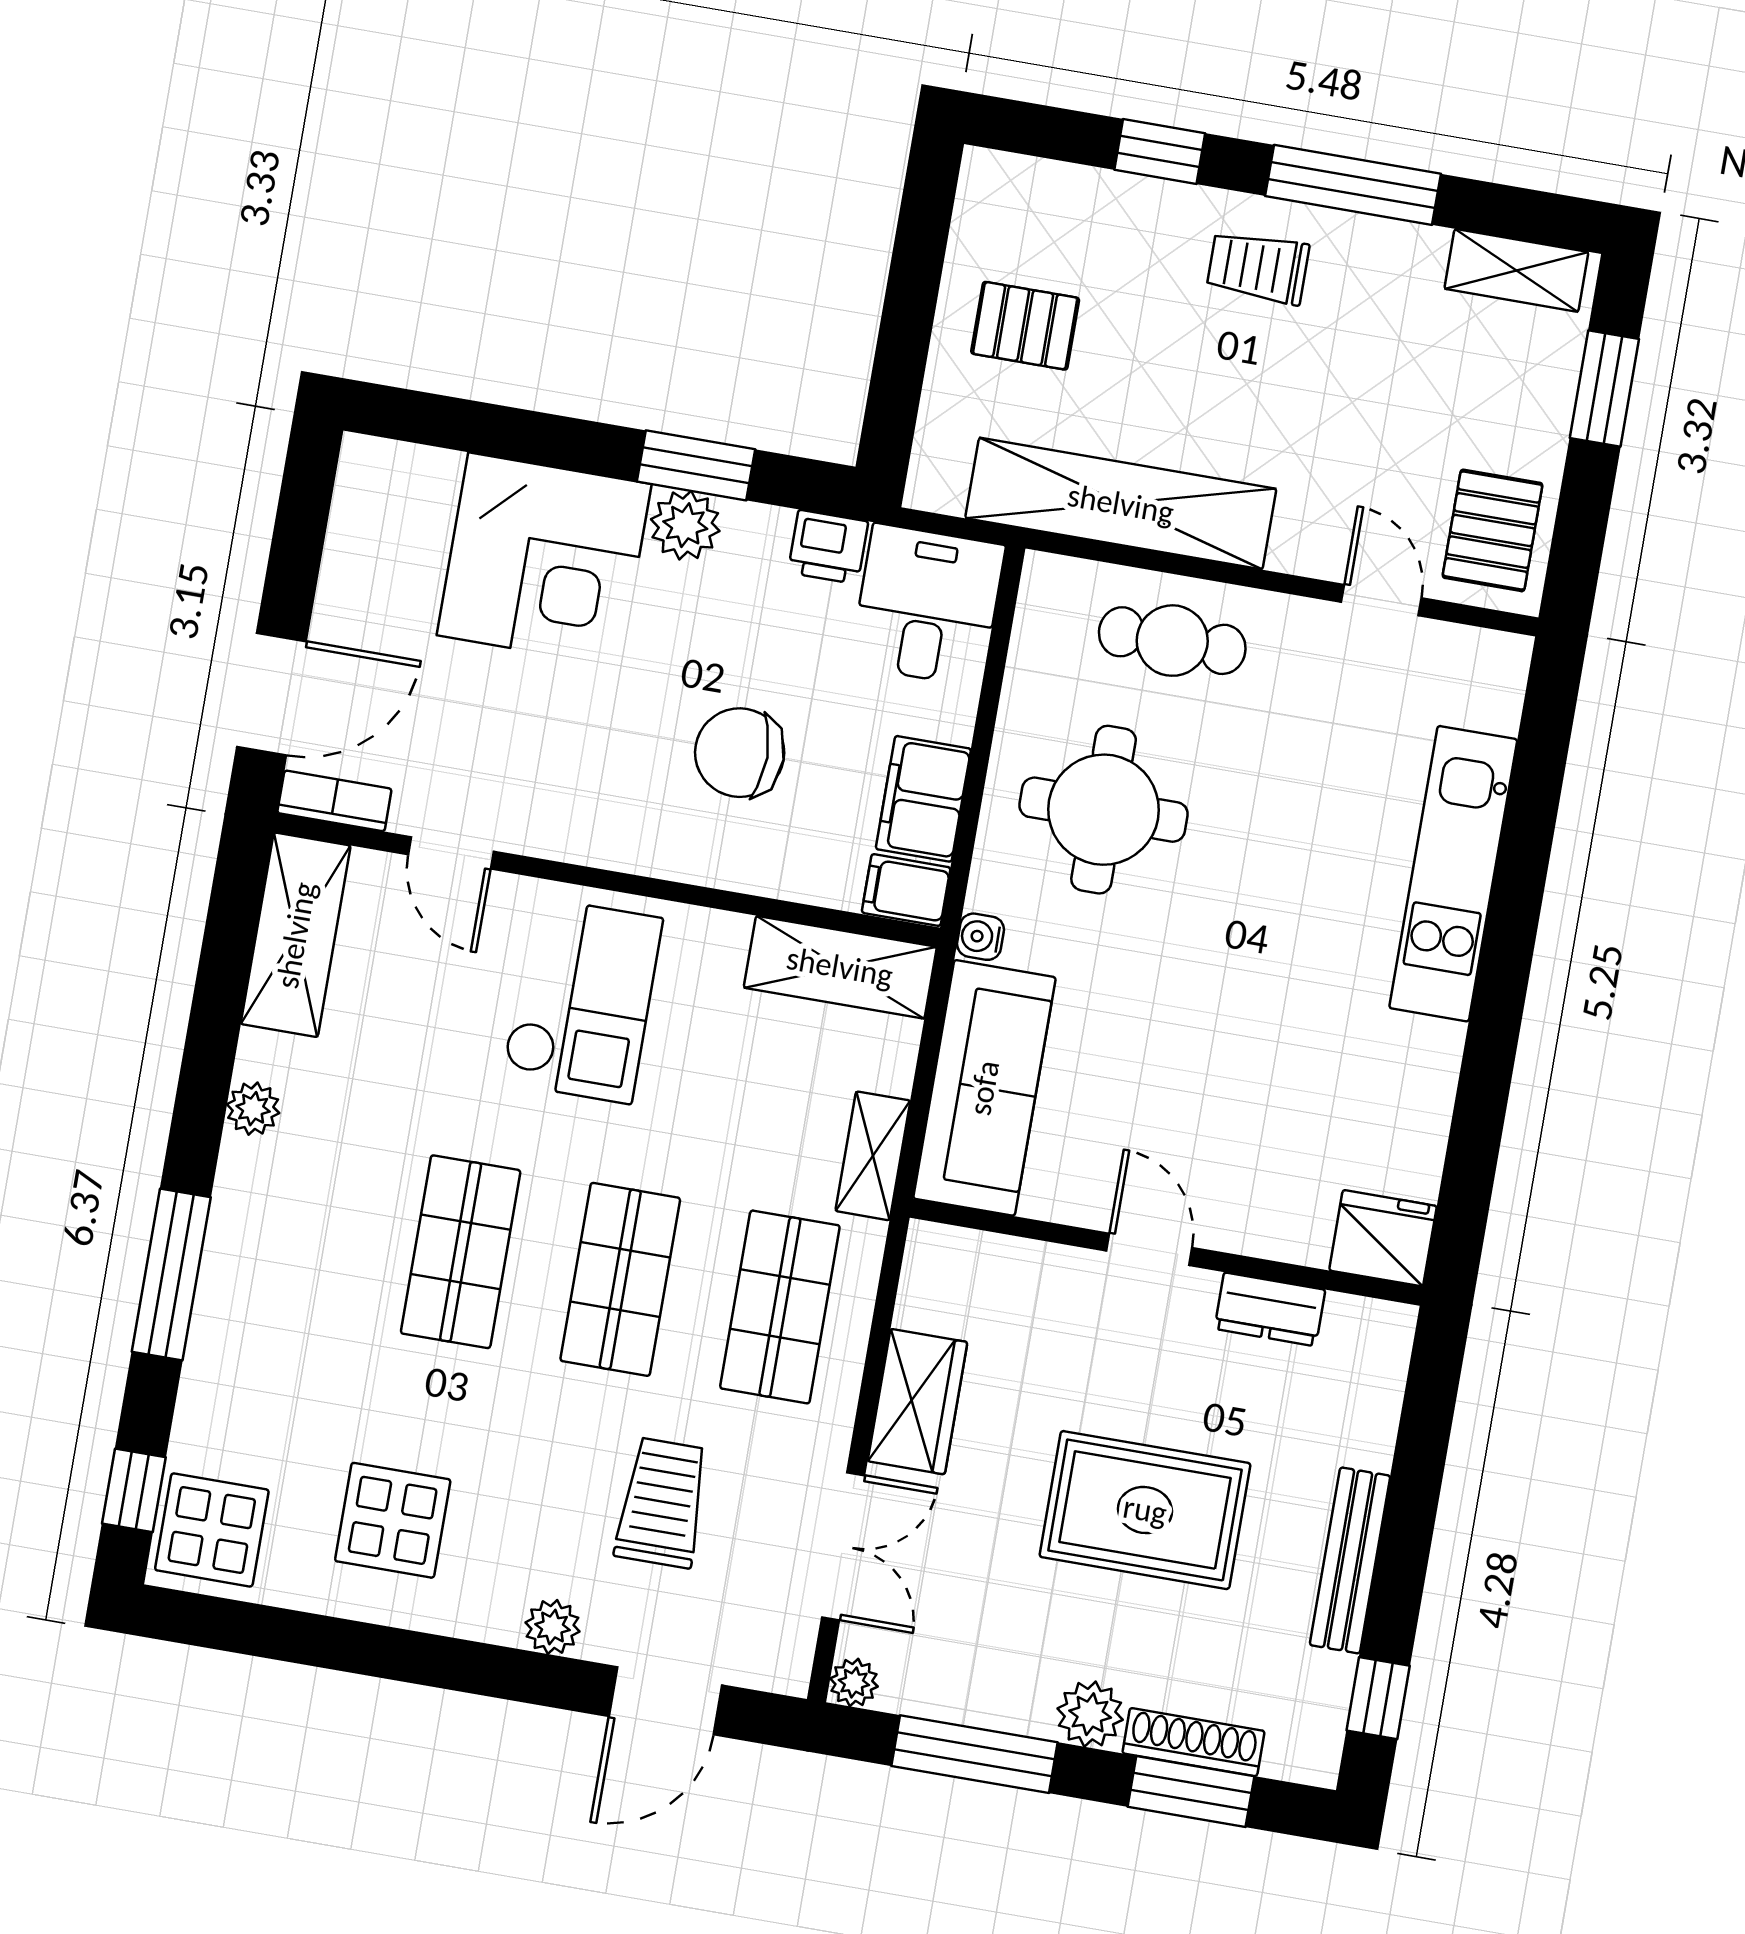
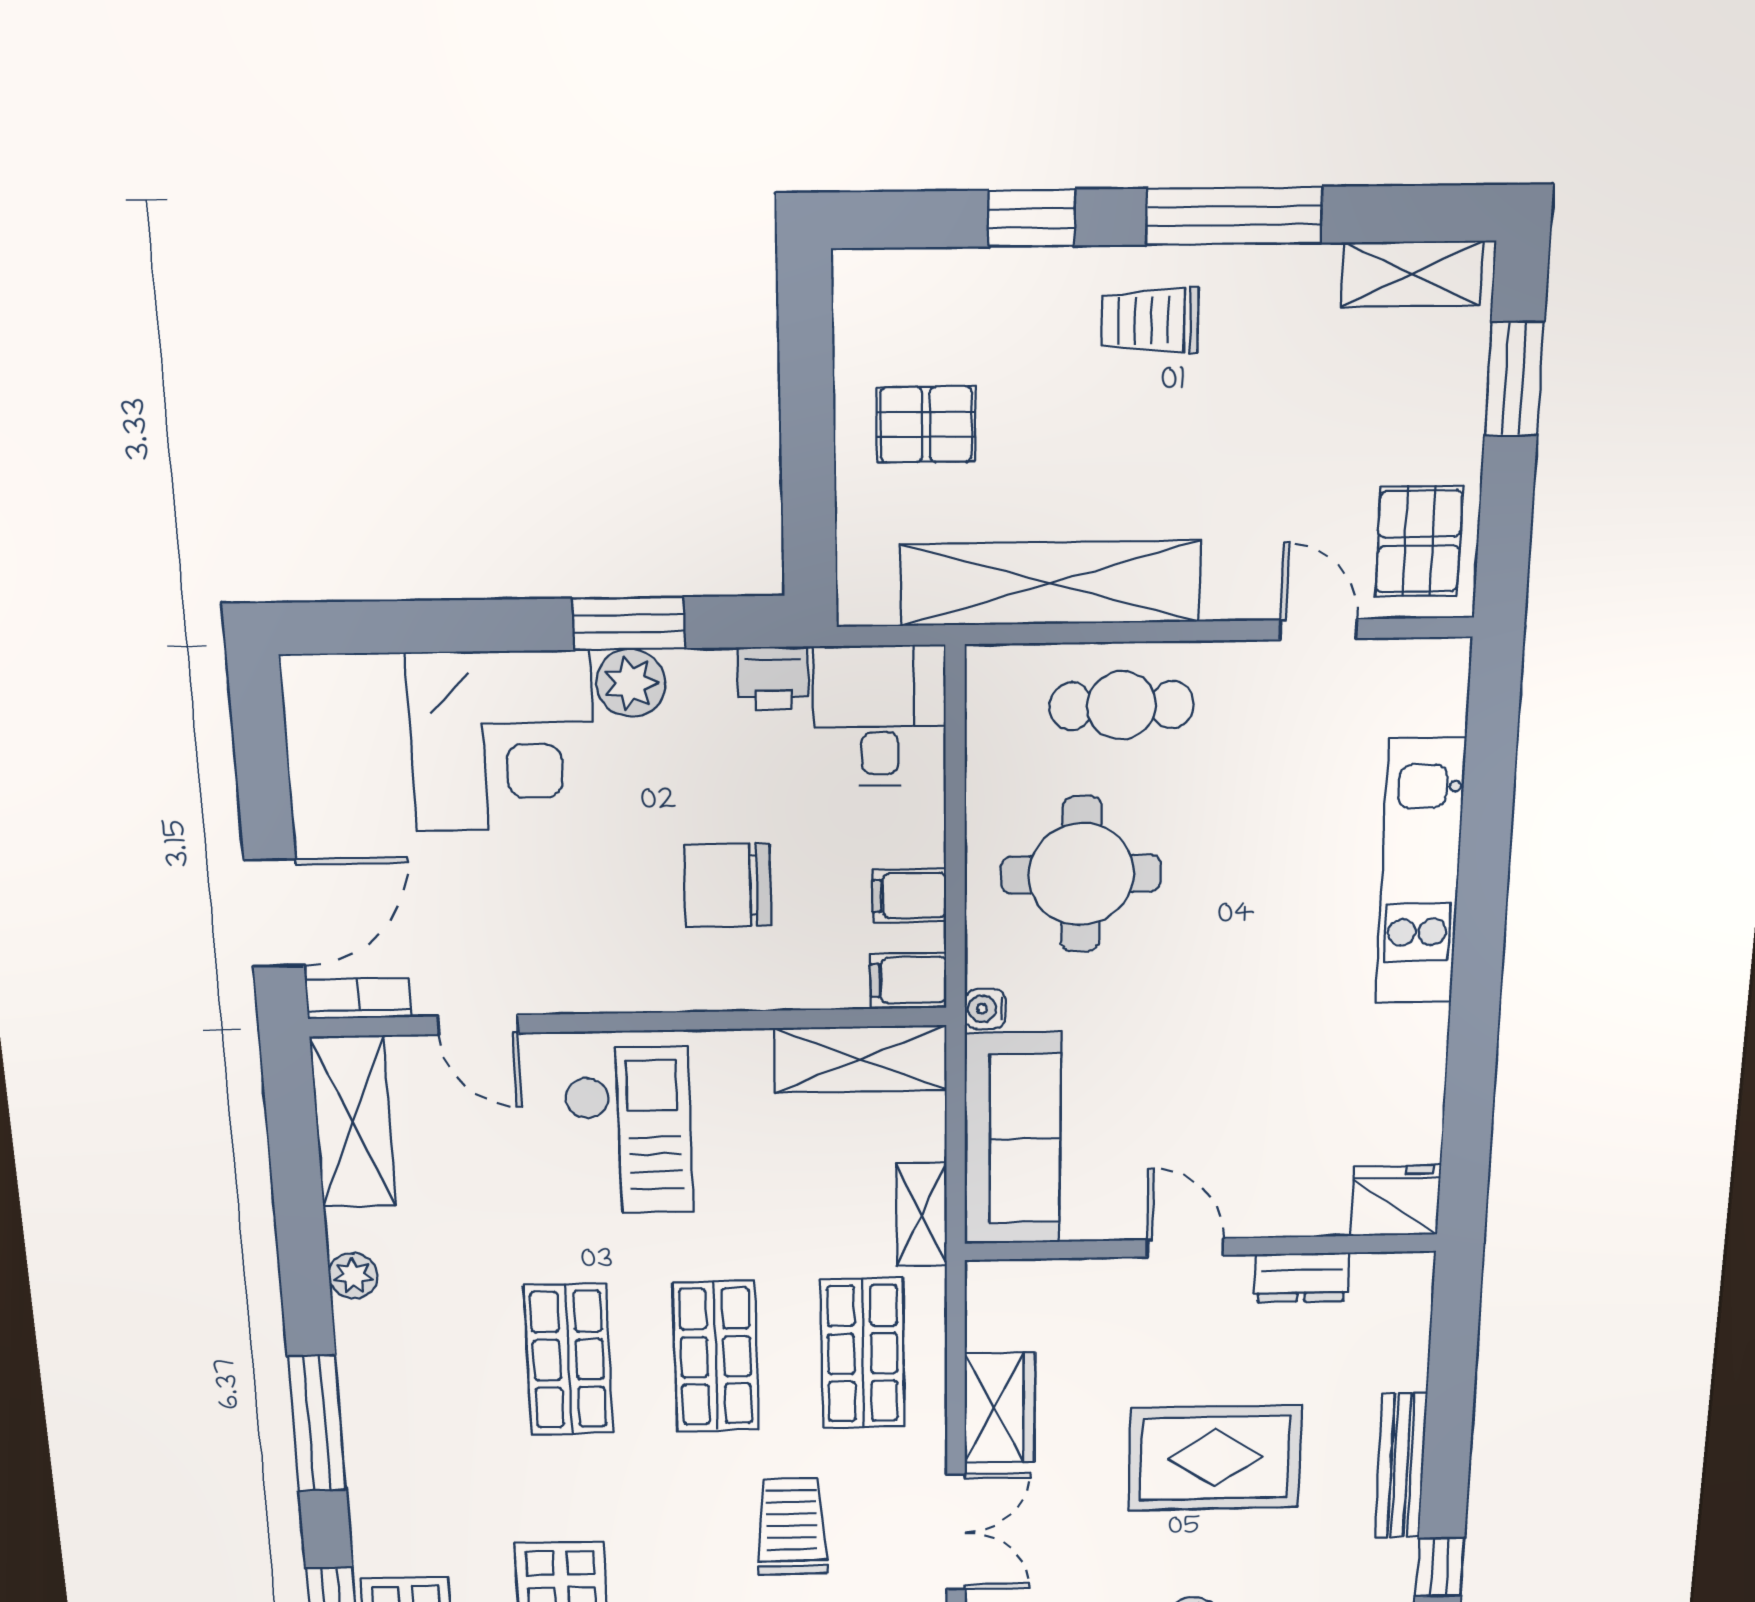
filing cabinet: (923, 799) -> (909, 896), width x0.50

